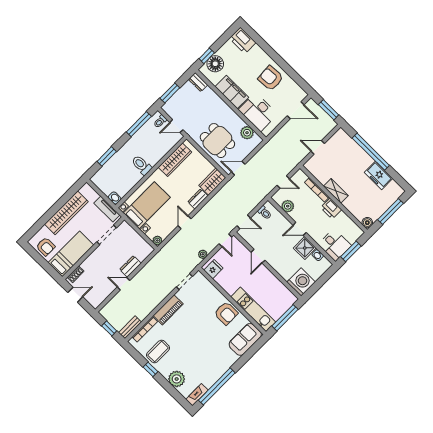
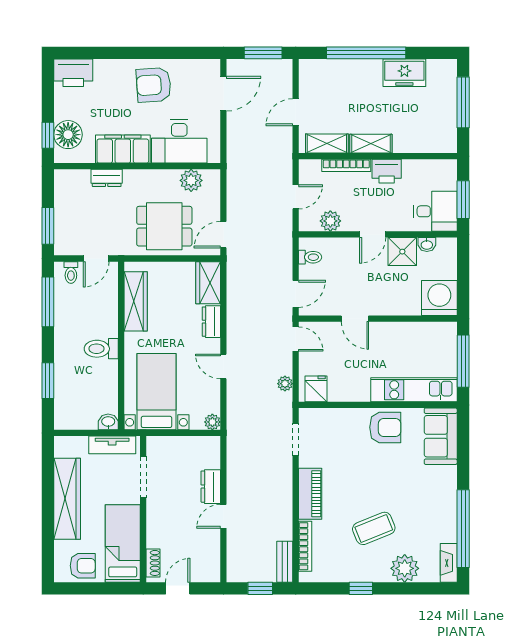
dresser: (198, 82) -> (107, 178), moved
shelving: (318, 173) -> (327, 144), added
boiler: (367, 223) -> (448, 144), removed
coffee table: (158, 351) -> (374, 528), moved, turned 68

